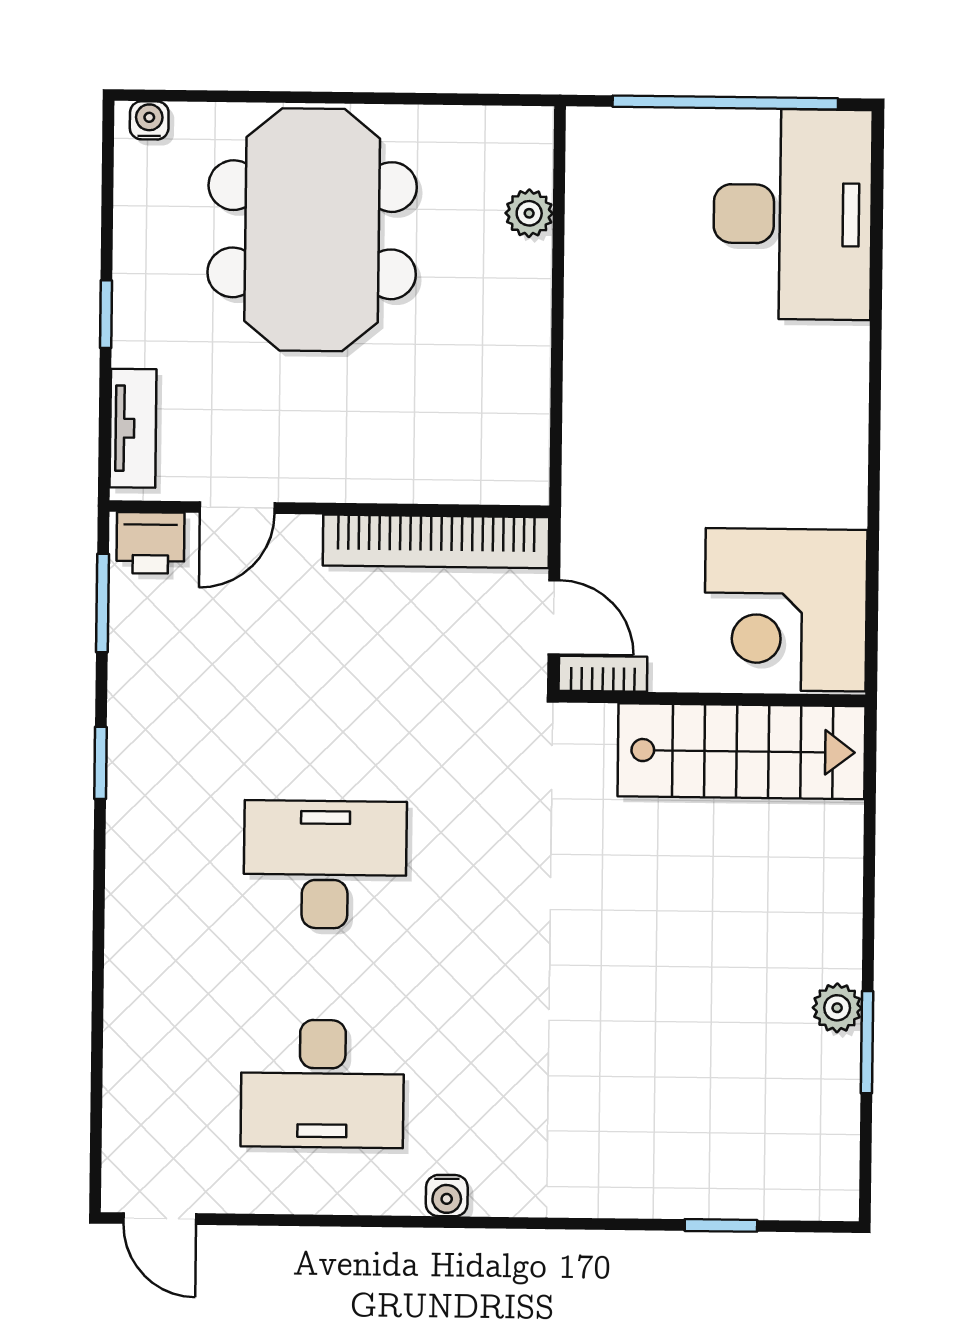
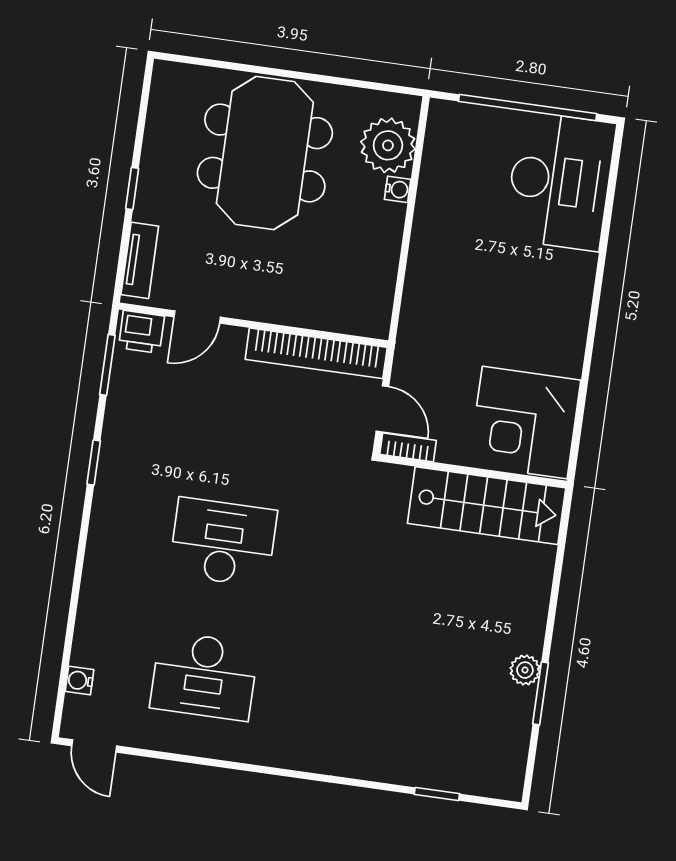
water cooler: (149, 120) -> (398, 189), moved, turned 90
plant: (529, 213) -> (388, 145), width x1.88, depth x1.88
water cooler: (447, 1196) -> (80, 681), moved, turned 90

